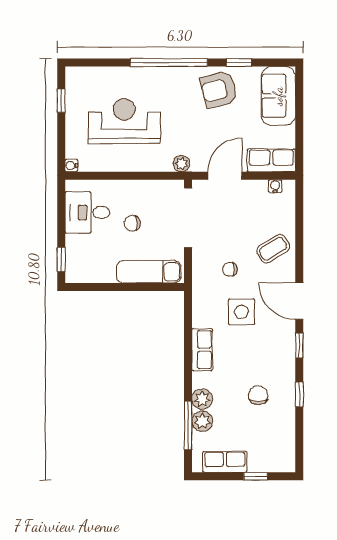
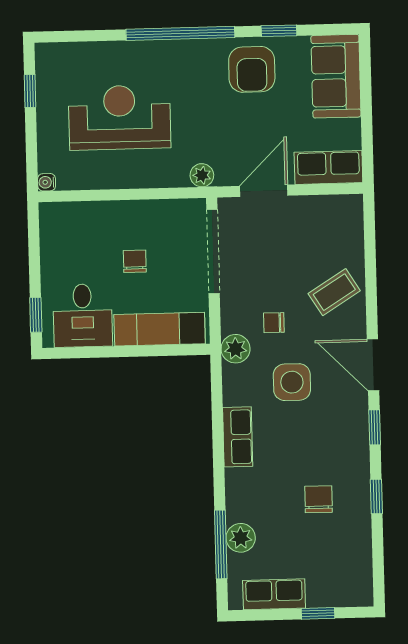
armchair: (219, 89) -> (252, 69), turned -75
water cooler: (275, 186) -> (335, 204), removed
desk: (87, 212) -> (83, 316), moved, turned -90
chair: (132, 223) -> (135, 261), turned 97
plant: (202, 399) -> (236, 349), moved

